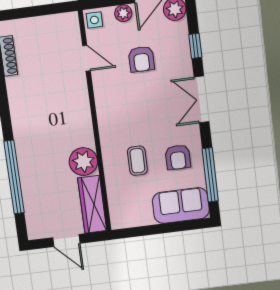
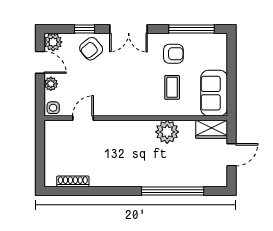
armchair: (141, 59) -> (91, 49), moved, turned 141
coffee table: (137, 161) -> (172, 87), turned 90
wardrobe: (92, 204) -> (212, 129), width x0.67
sofa: (181, 206) -> (214, 93), moved

